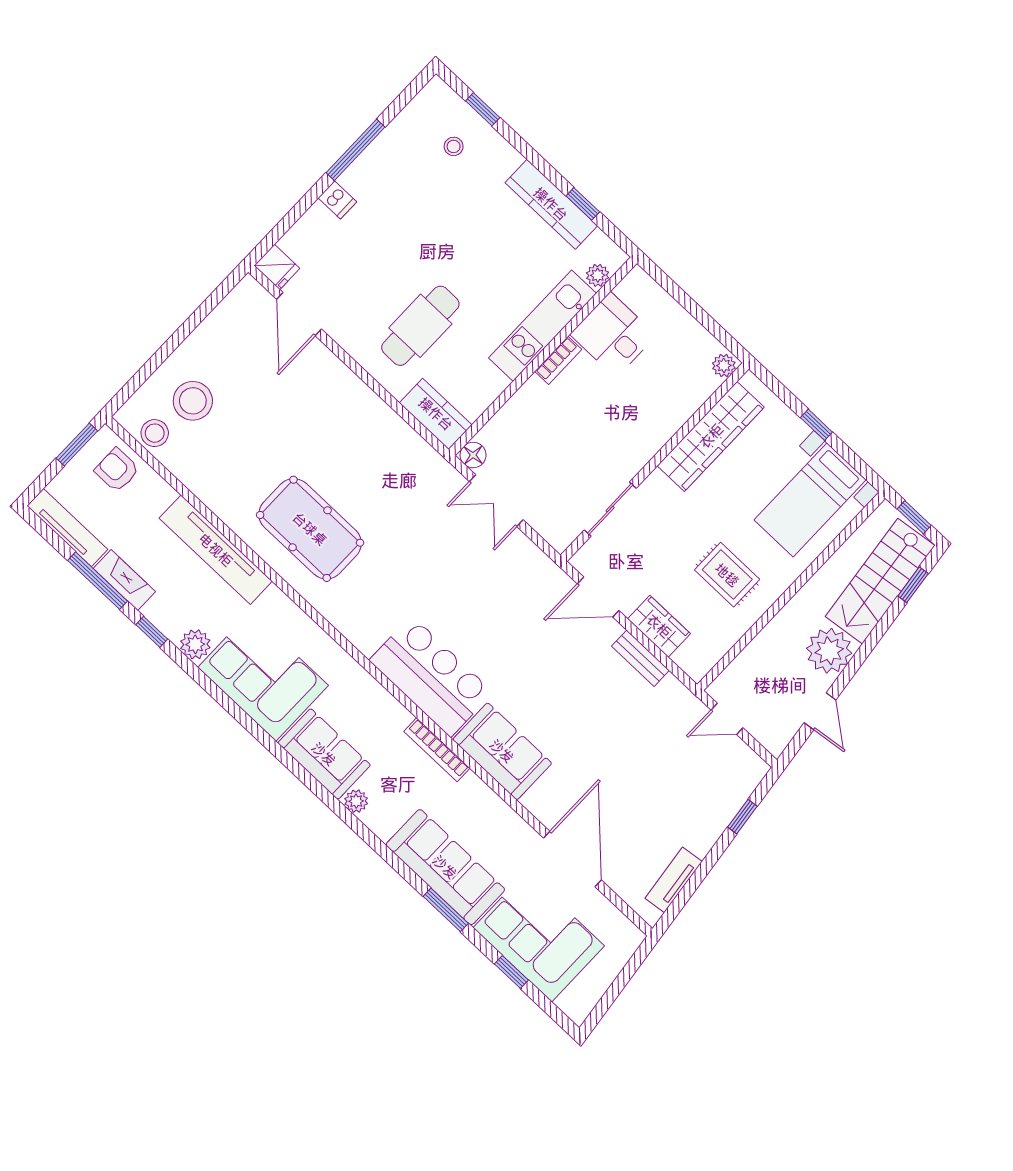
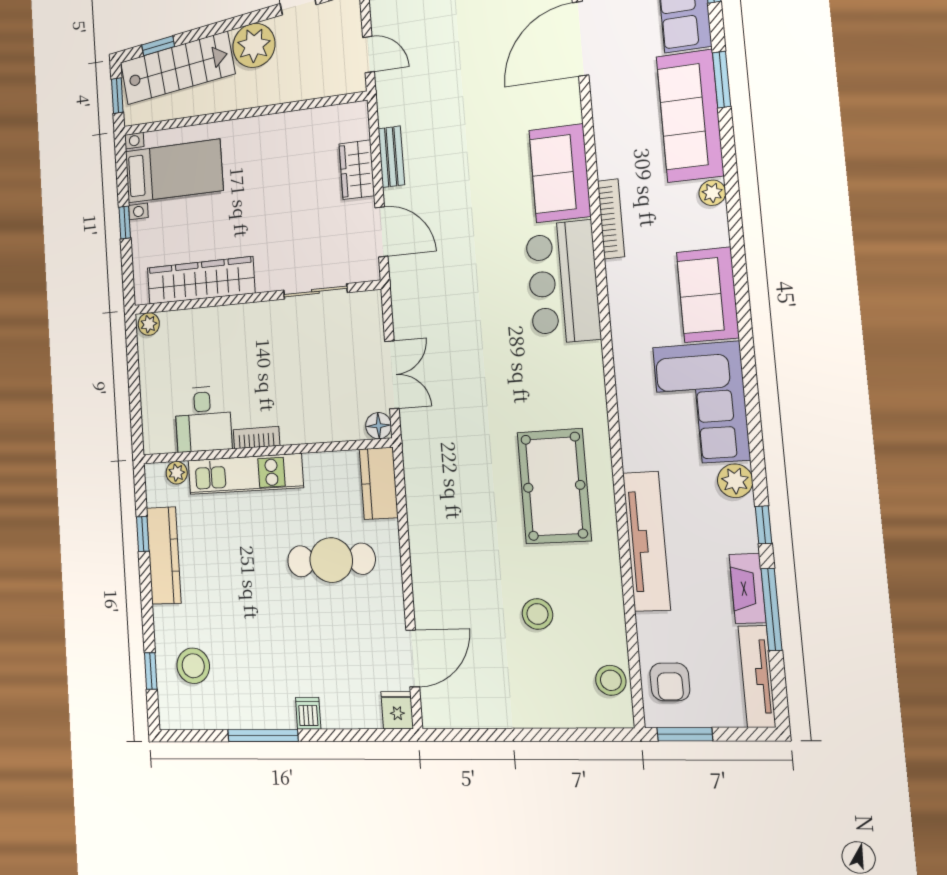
stool: (454, 146) -> (193, 666), width x1.89, depth x1.89
stool: (193, 401) -> (537, 614), moved, width x0.73, depth x0.73
rug: (727, 575) -> (276, 166), removed
plant: (356, 801) -> (712, 193), moved

